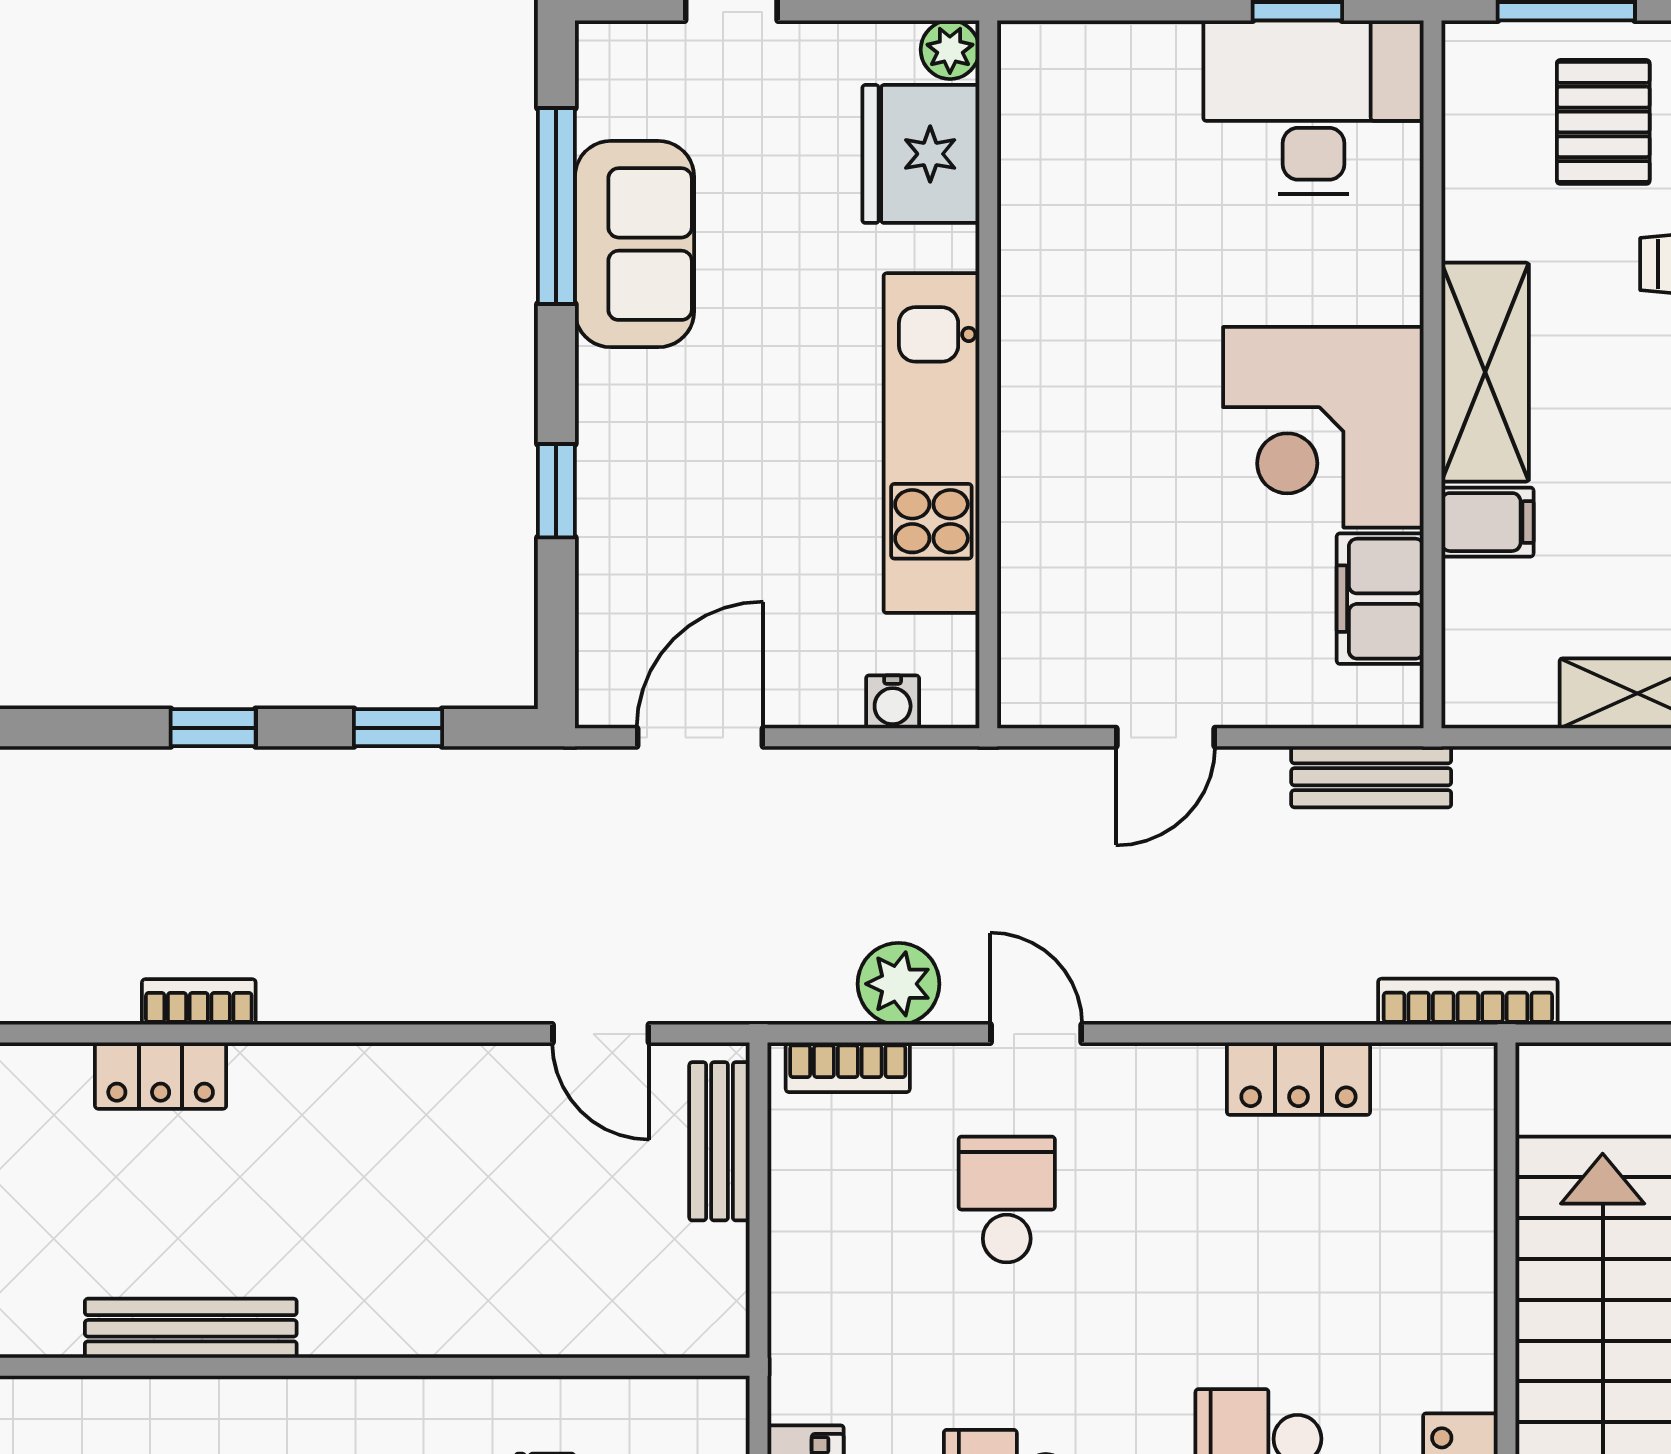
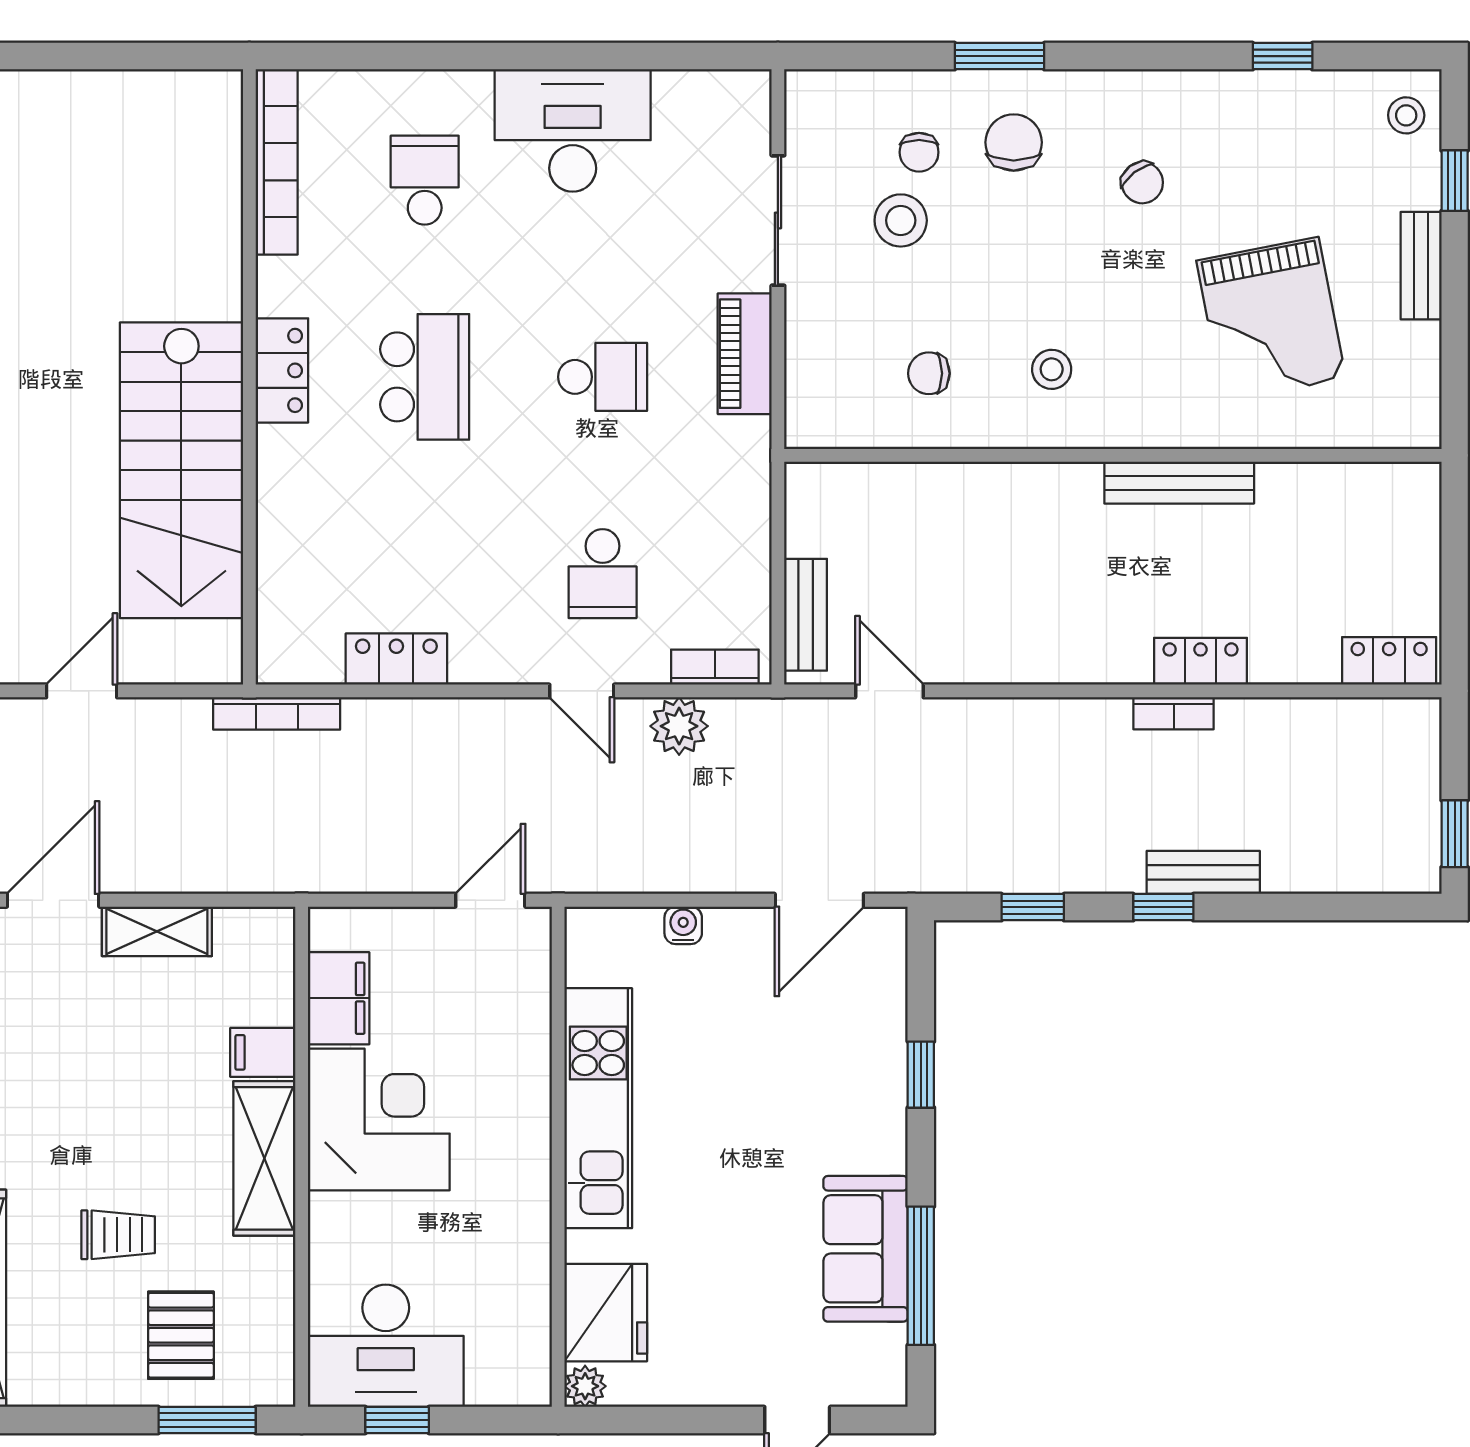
plant: (950, 50) -> (585, 1386), moved
fridge: (921, 154) -> (606, 1313), moved
wall: (988, 374) -> (558, 1157), moved
kitchen unit: (931, 443) -> (598, 1108), moved
bench: (1371, 777) -> (1203, 872), moved

